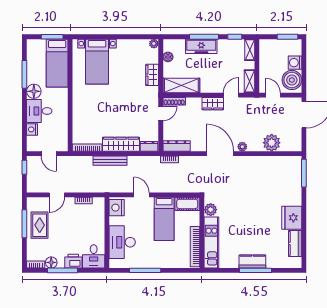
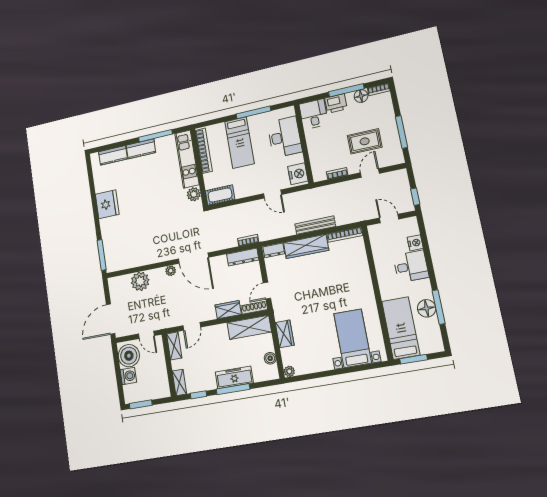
floor lamp: (34, 91) -> (427, 308), moved
wardrobe: (213, 104) -> (228, 310), moved
bed: (164, 219) -> (240, 143), moved, turned 180
rug: (40, 225) -> (365, 141), moved, turned 90
kitchen counter: (295, 243) -> (113, 155), moved, turned 90
window: (256, 270) -> (155, 136), moved

